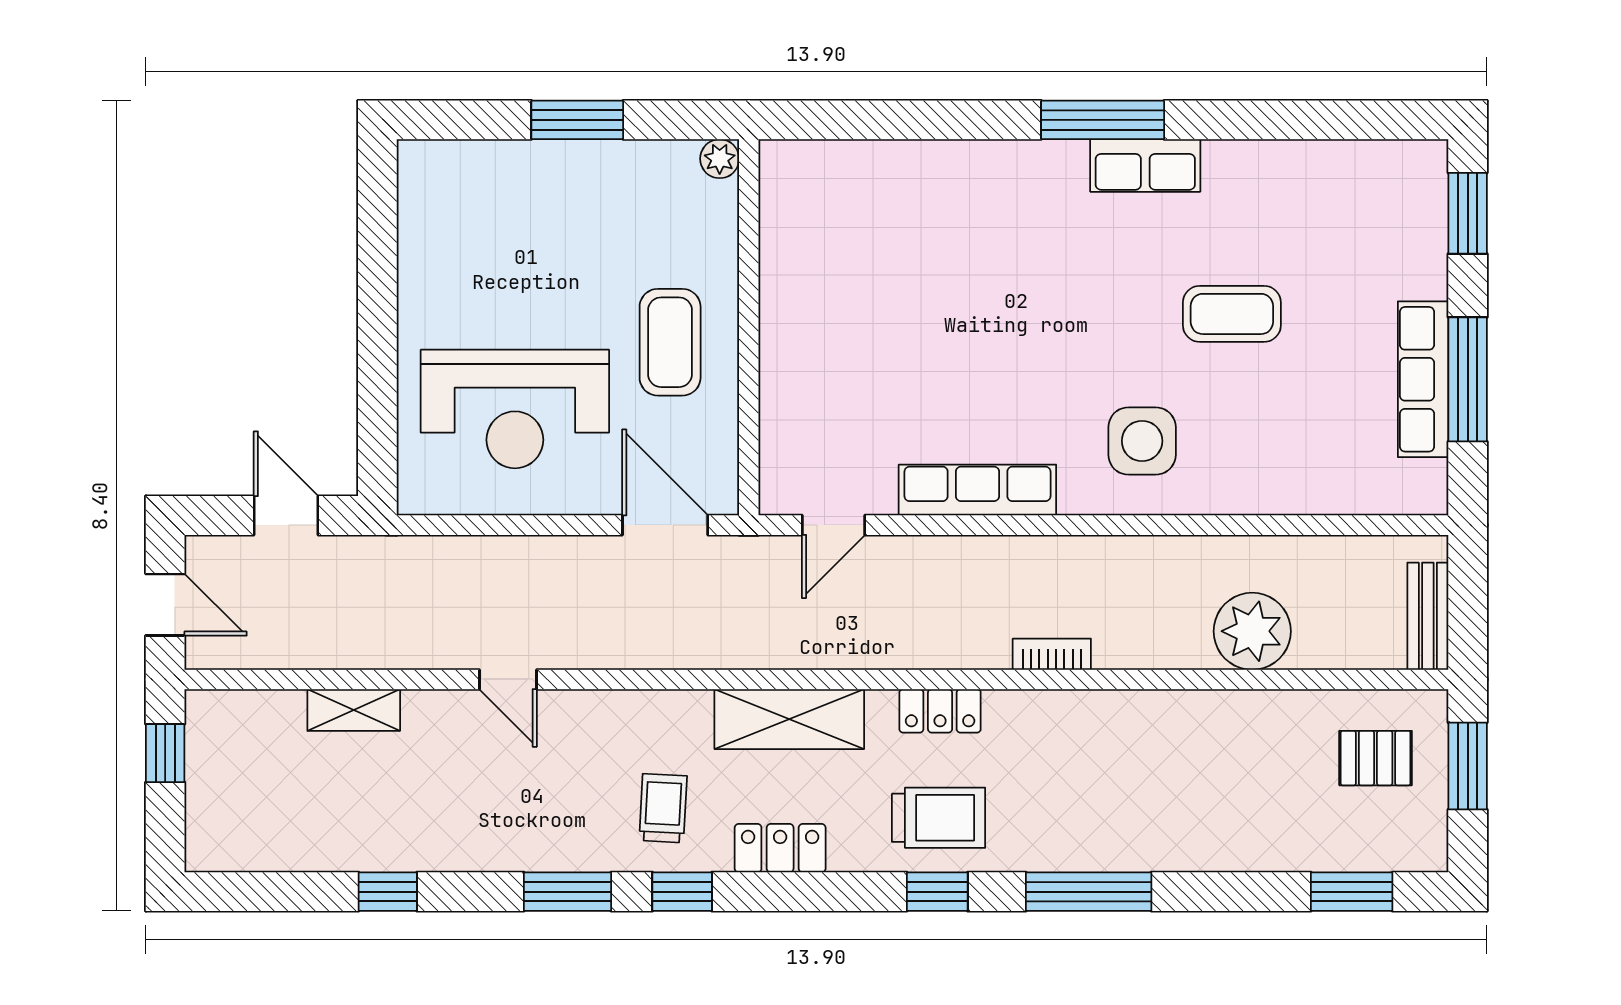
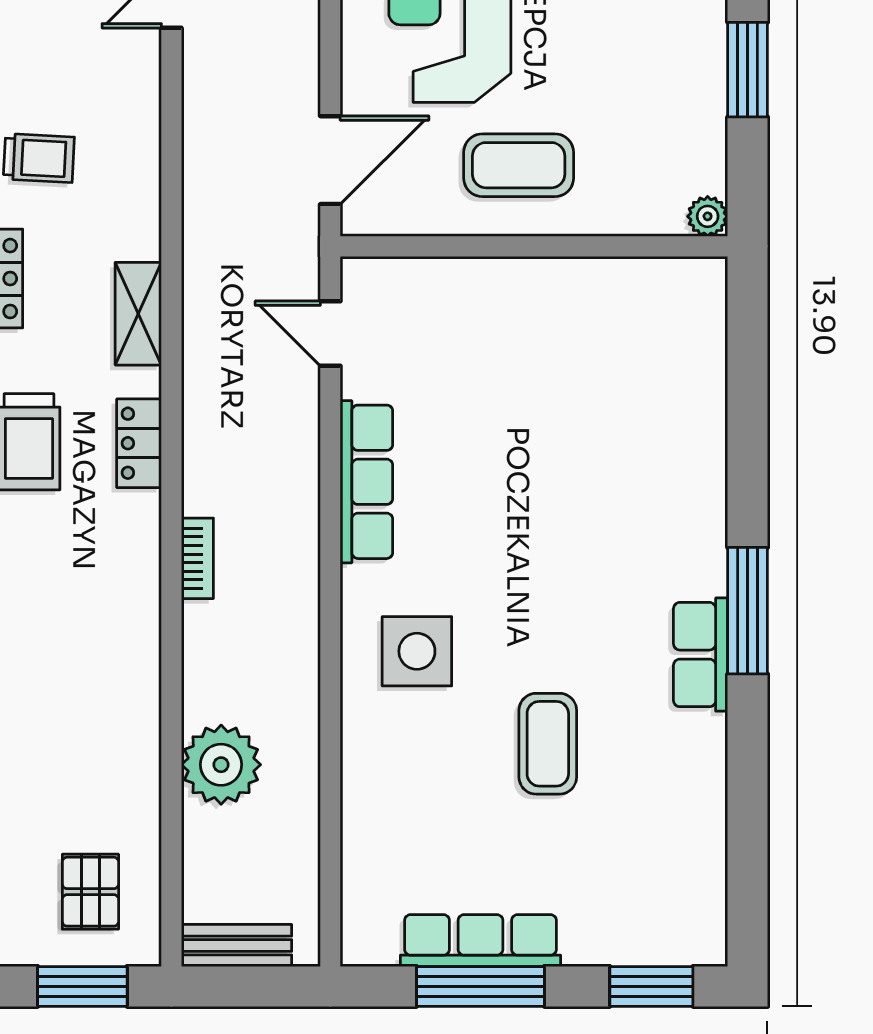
shelving: (789, 719) -> (138, 314), width x0.67, depth x0.75

